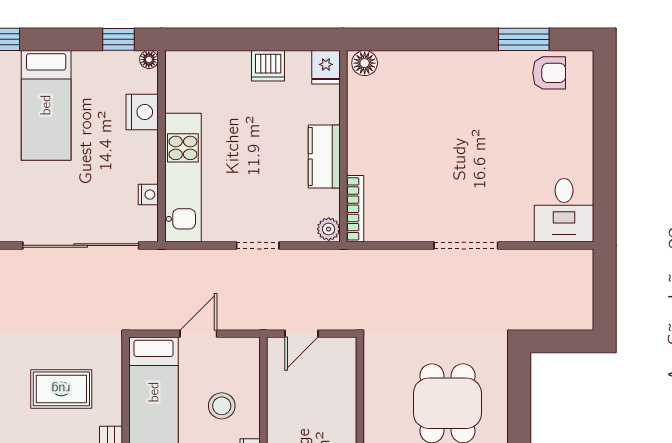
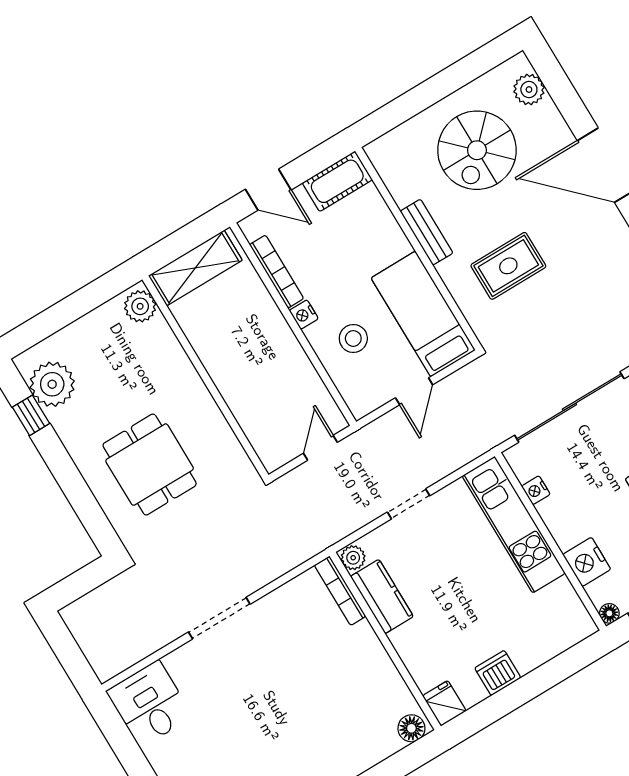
kitchen counter: (324, 156) -> (382, 596), moved

